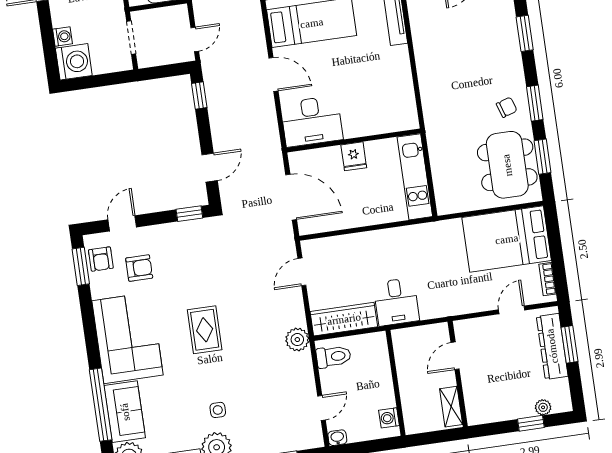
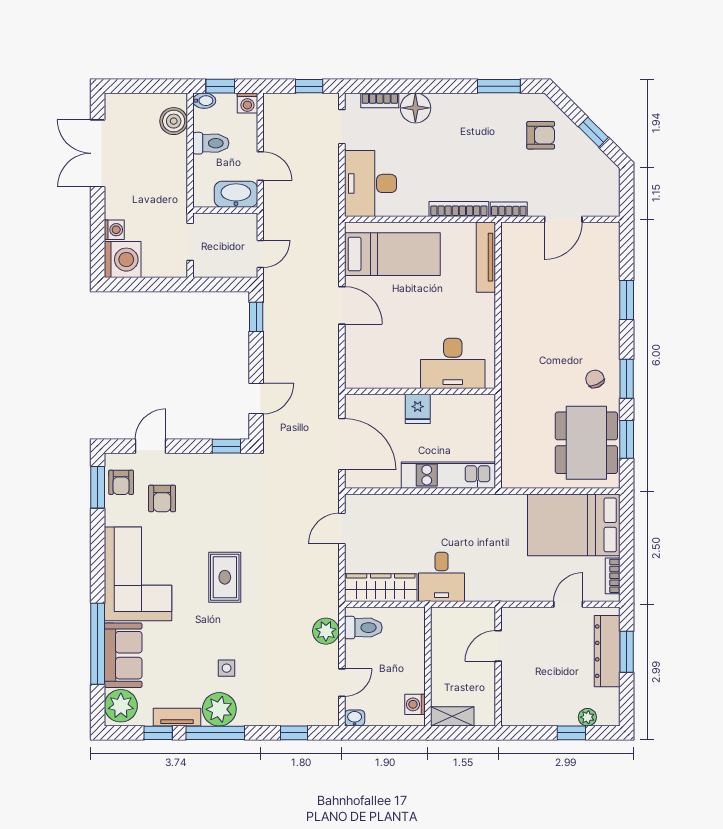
chair: (507, 107) -> (595, 379), turned -96
desk: (312, 121) -> (453, 363), moved
kitchen unit: (415, 177) -> (448, 475), moved, turned 90
armchair: (139, 268) -> (162, 498), turned 90
plant: (297, 340) -> (326, 631), moved
shelving: (451, 407) -> (452, 716), moved, turned 90

